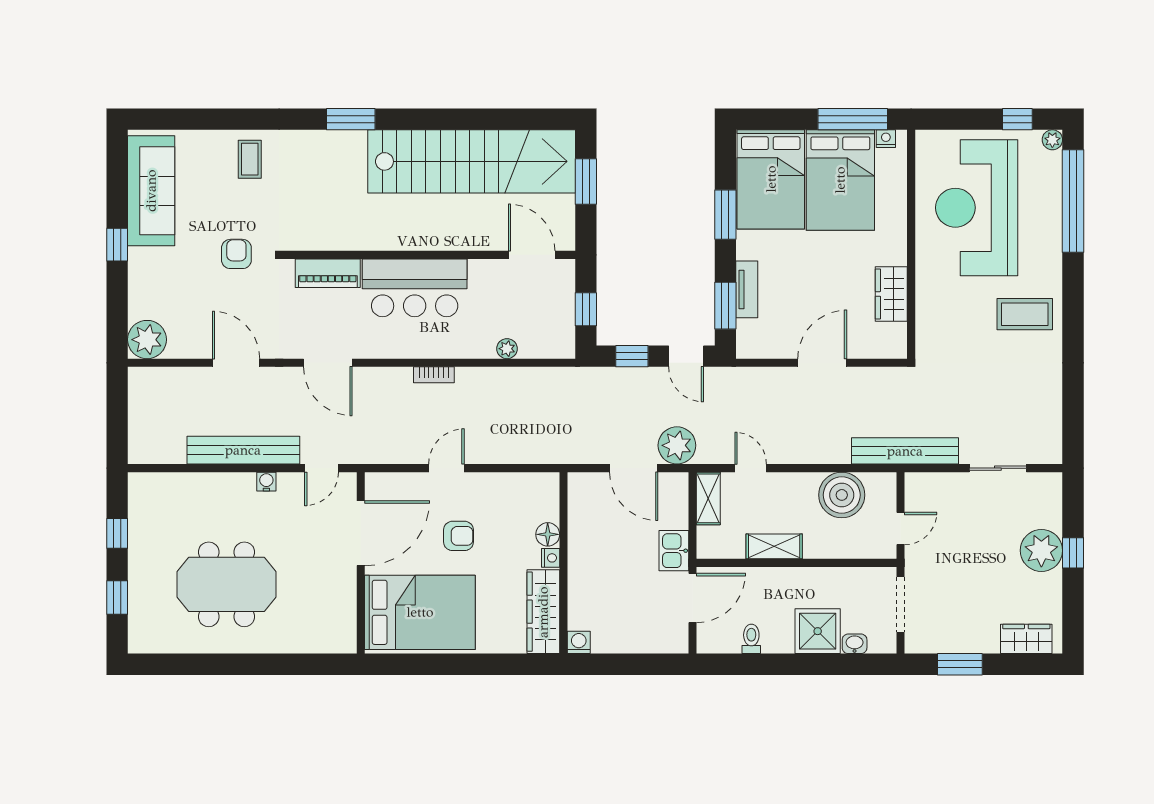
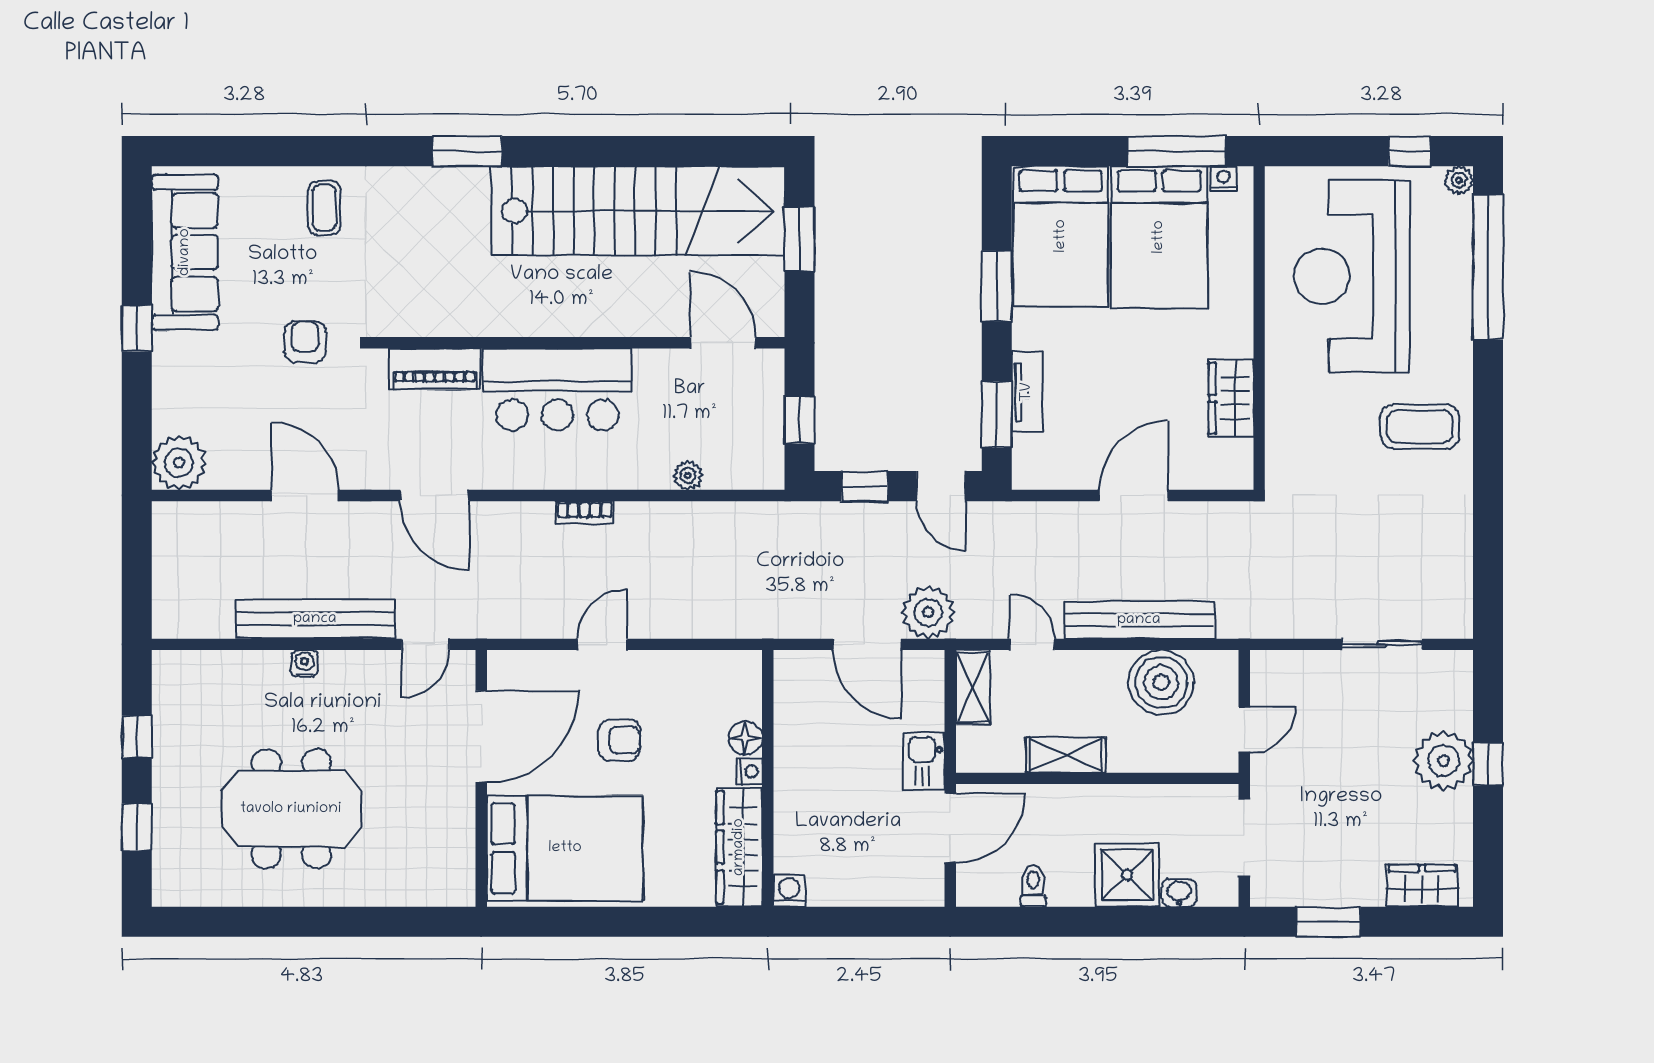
bench: (905, 451) -> (1139, 620), moved
water cooler: (266, 482) -> (305, 663), moved

